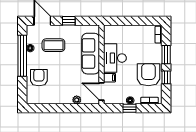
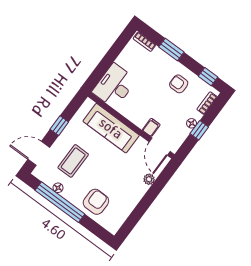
desk: (115, 58) -> (114, 86), moved, turned 90
armchair: (148, 75) -> (179, 84), width x0.53, depth x0.53
window: (166, 77) -> (208, 77), moved
armchair: (39, 78) -> (96, 202), turned 90
door: (101, 92) -> (160, 147), hinge flipped

